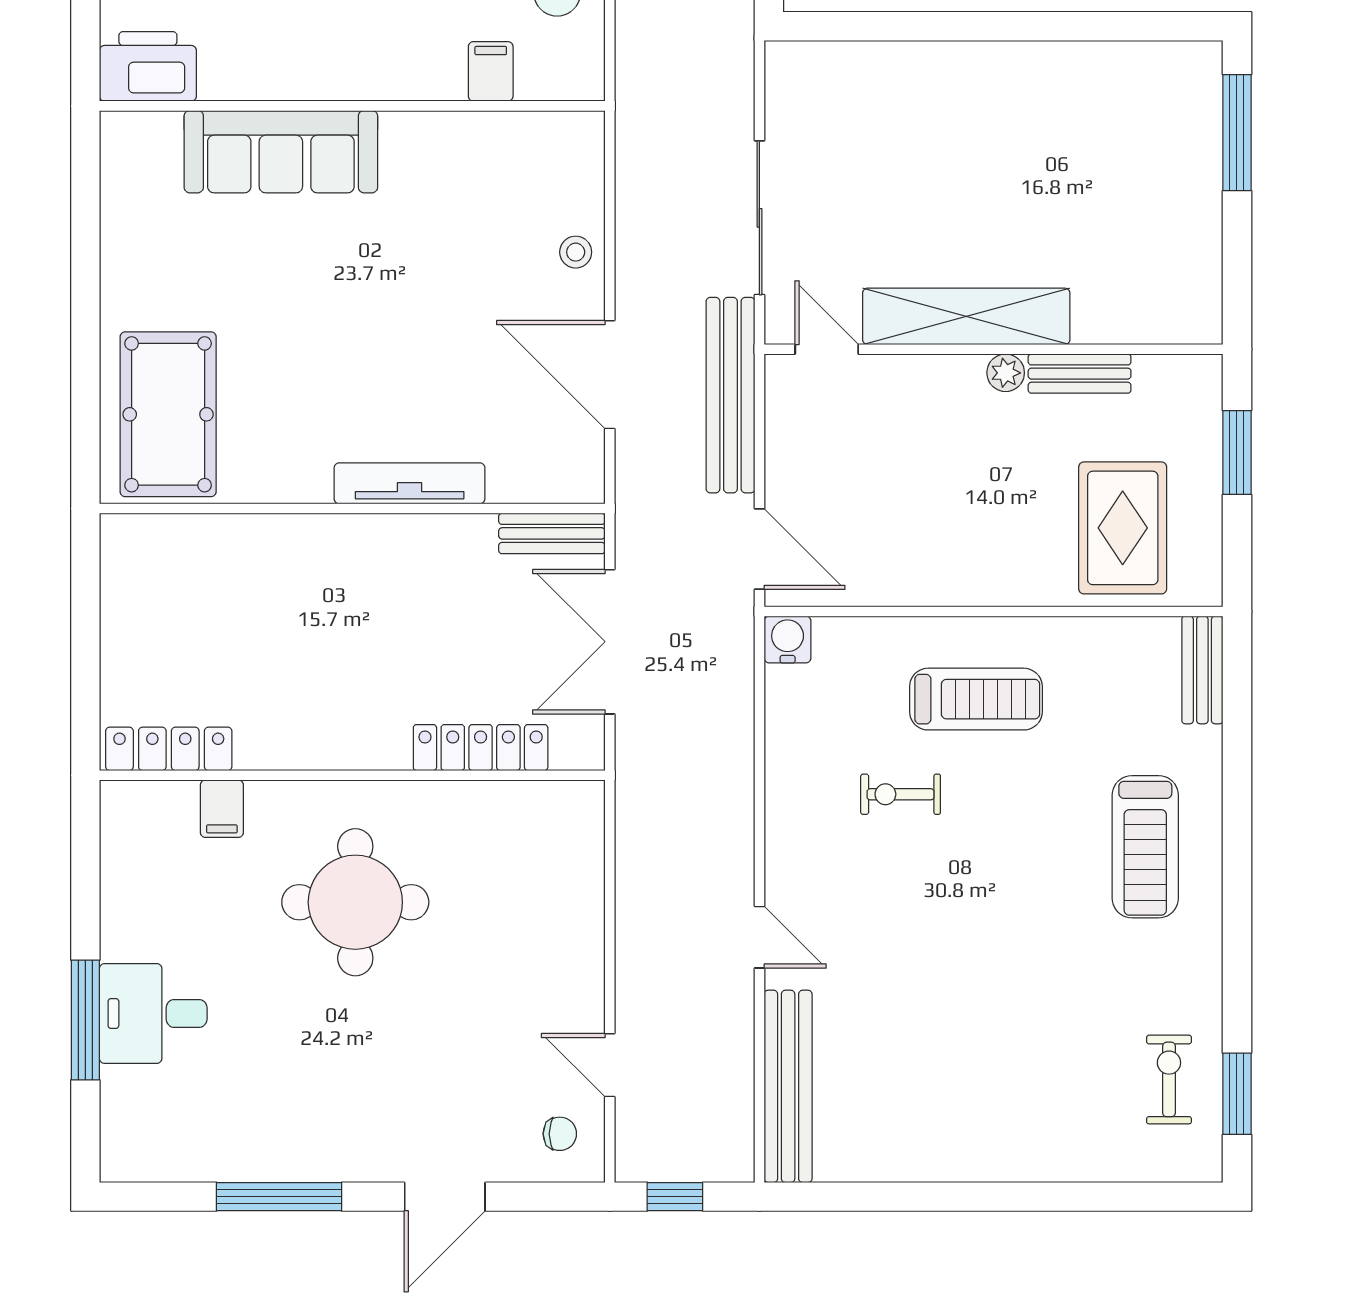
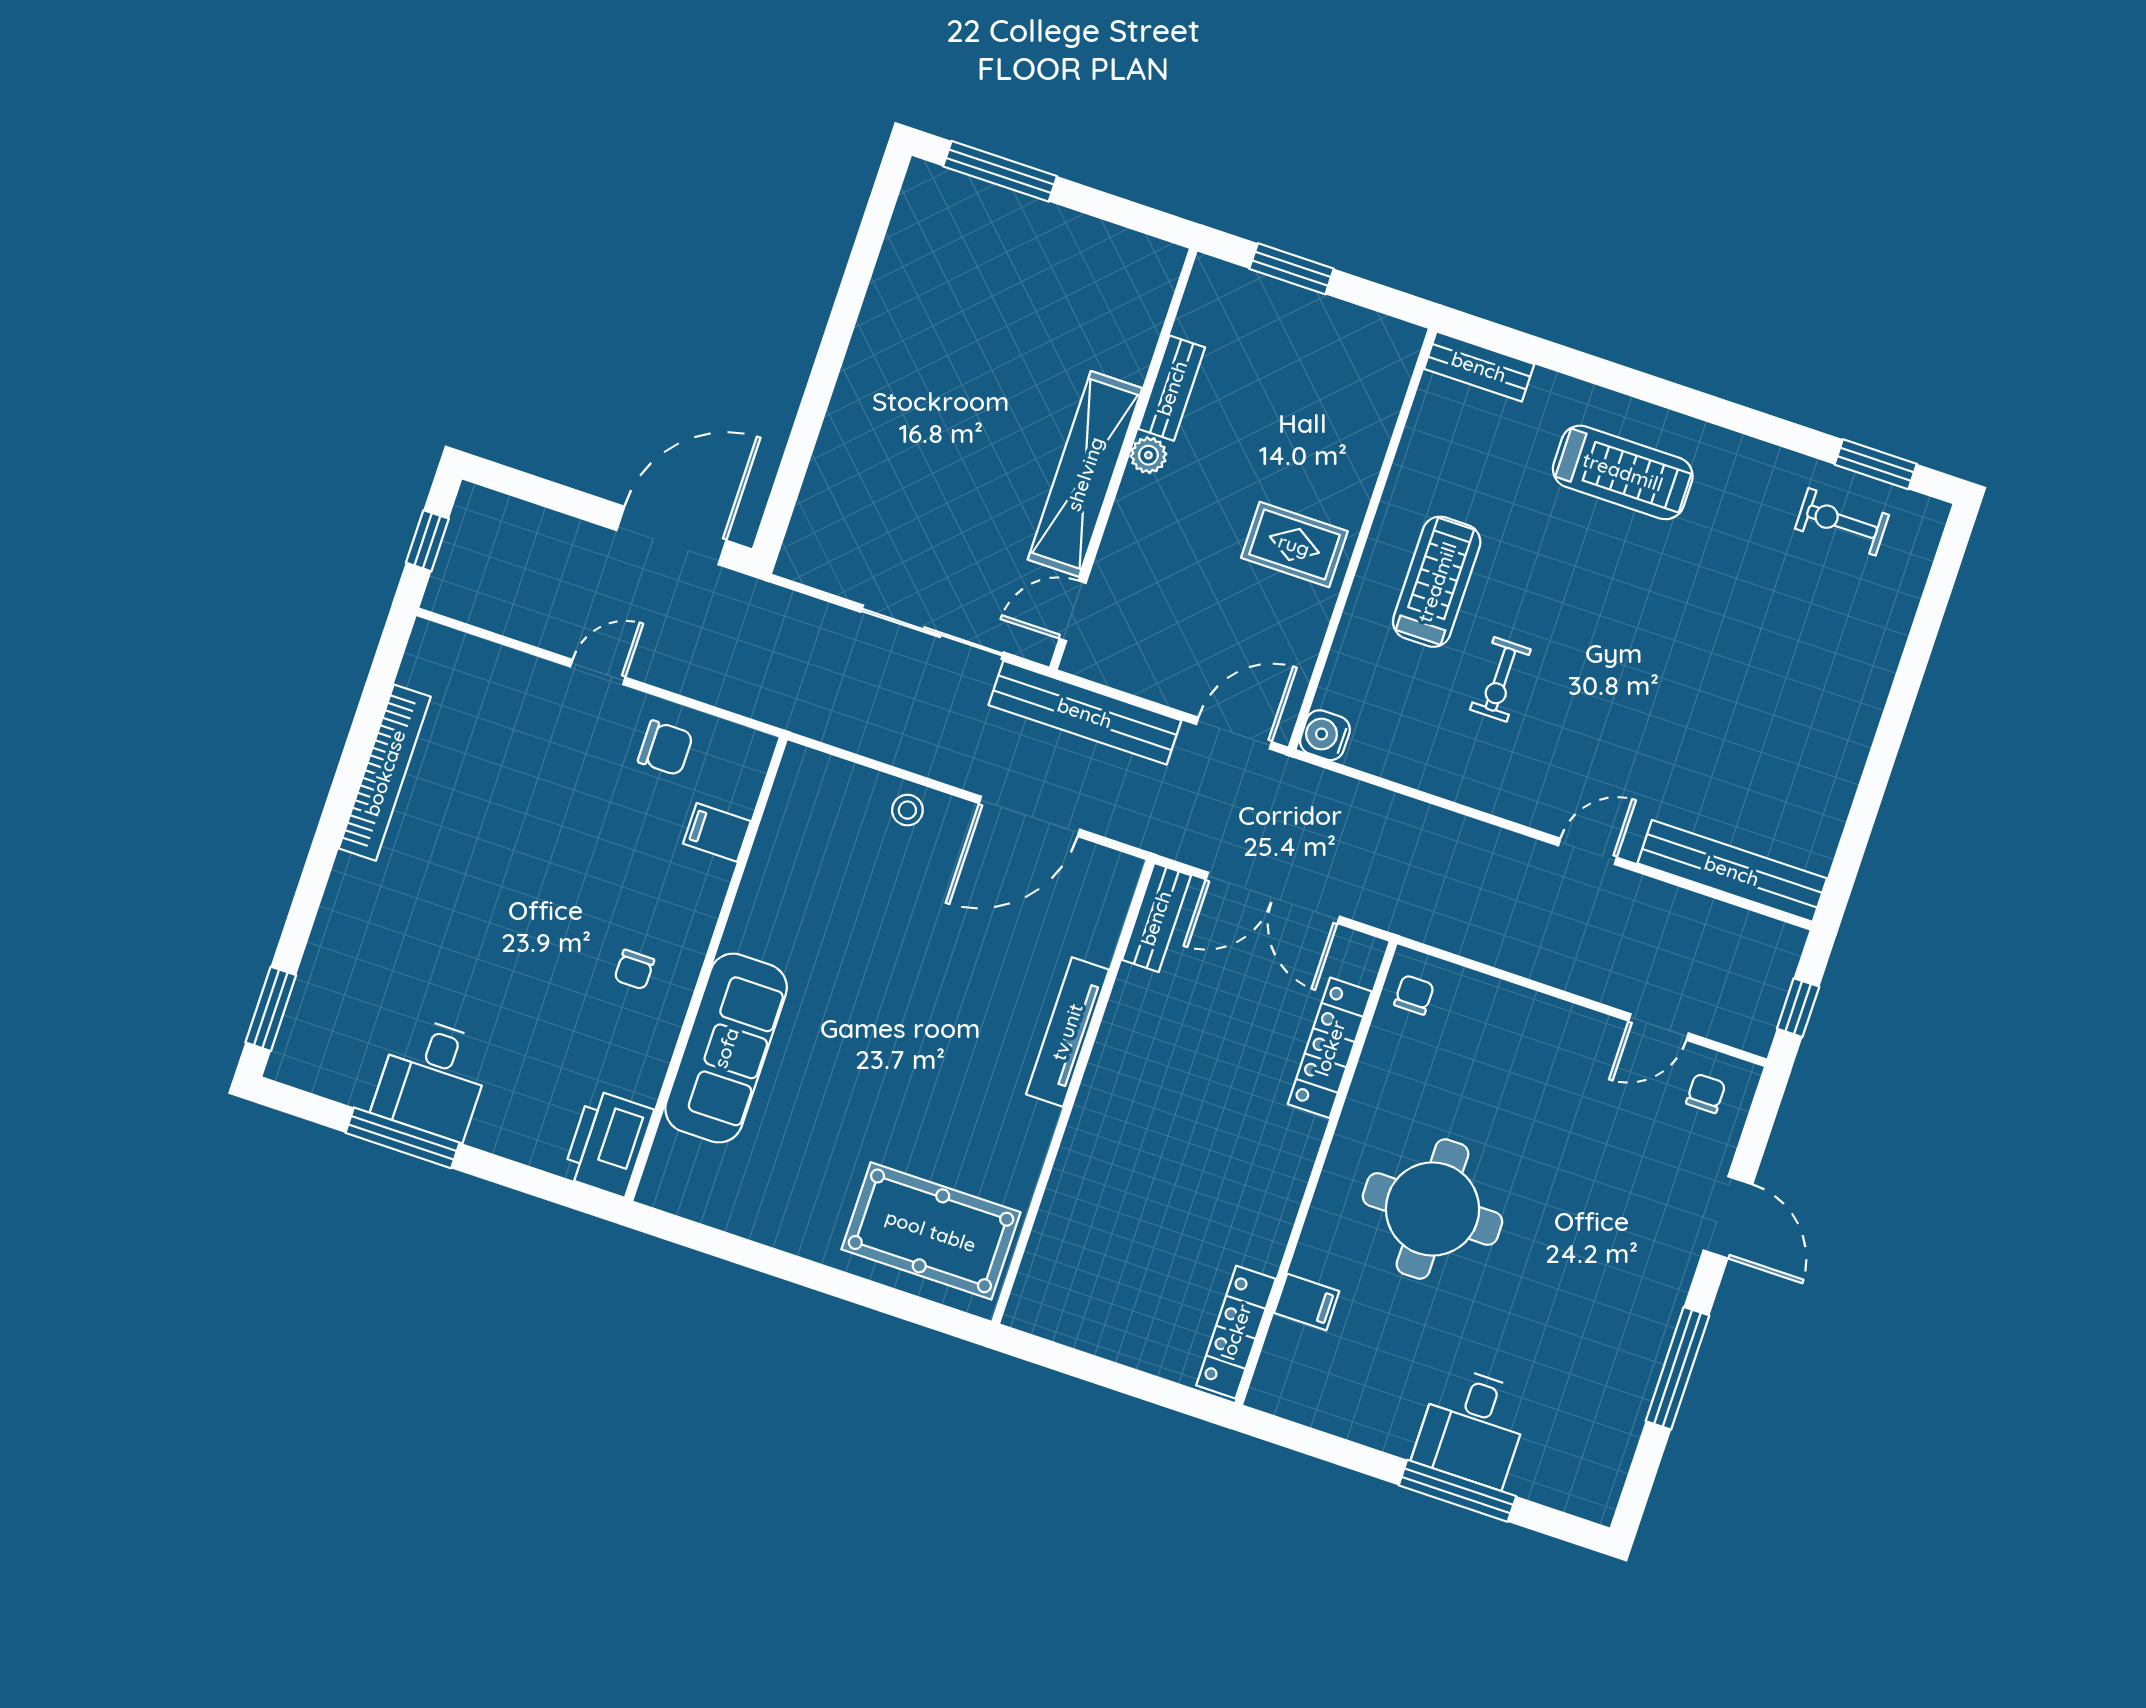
chair: (328, 35) -> (634, 970), added
rug: (1123, 528) -> (1294, 545), moved, width x0.73, depth x0.70
chair: (561, 813) -> (1414, 995), added

